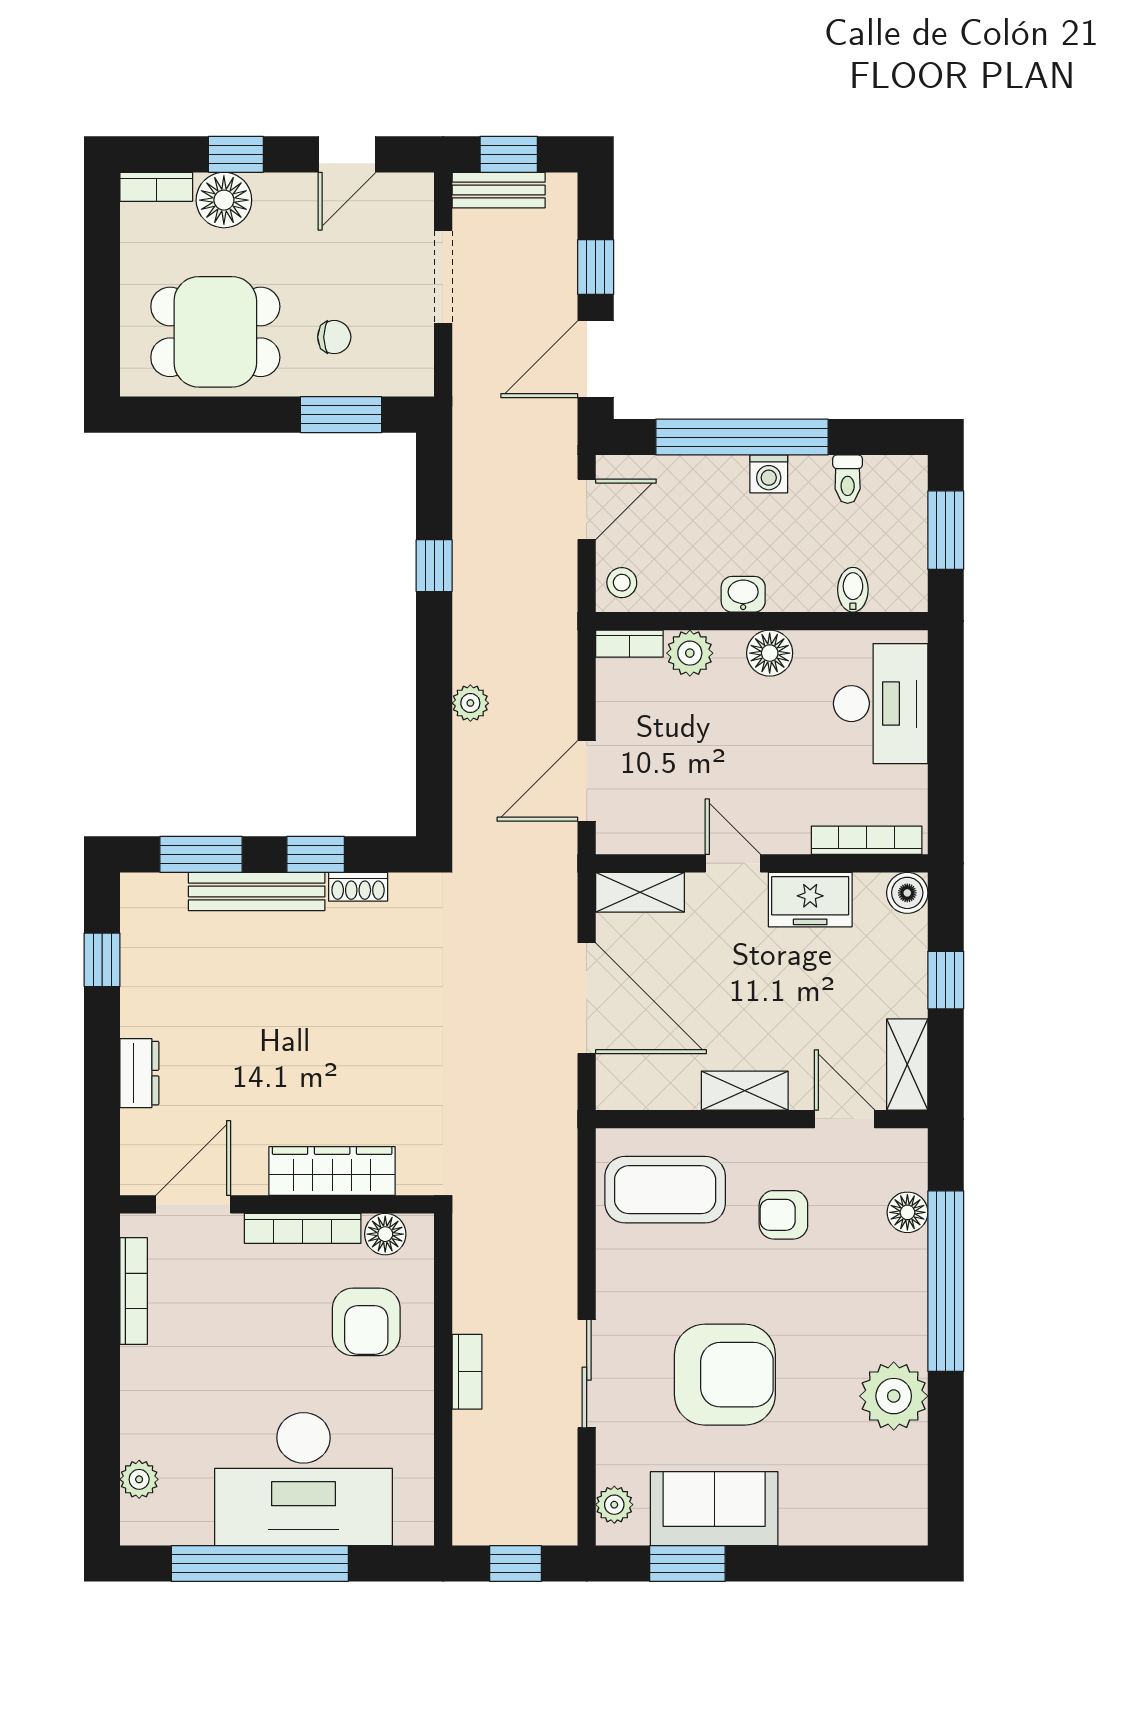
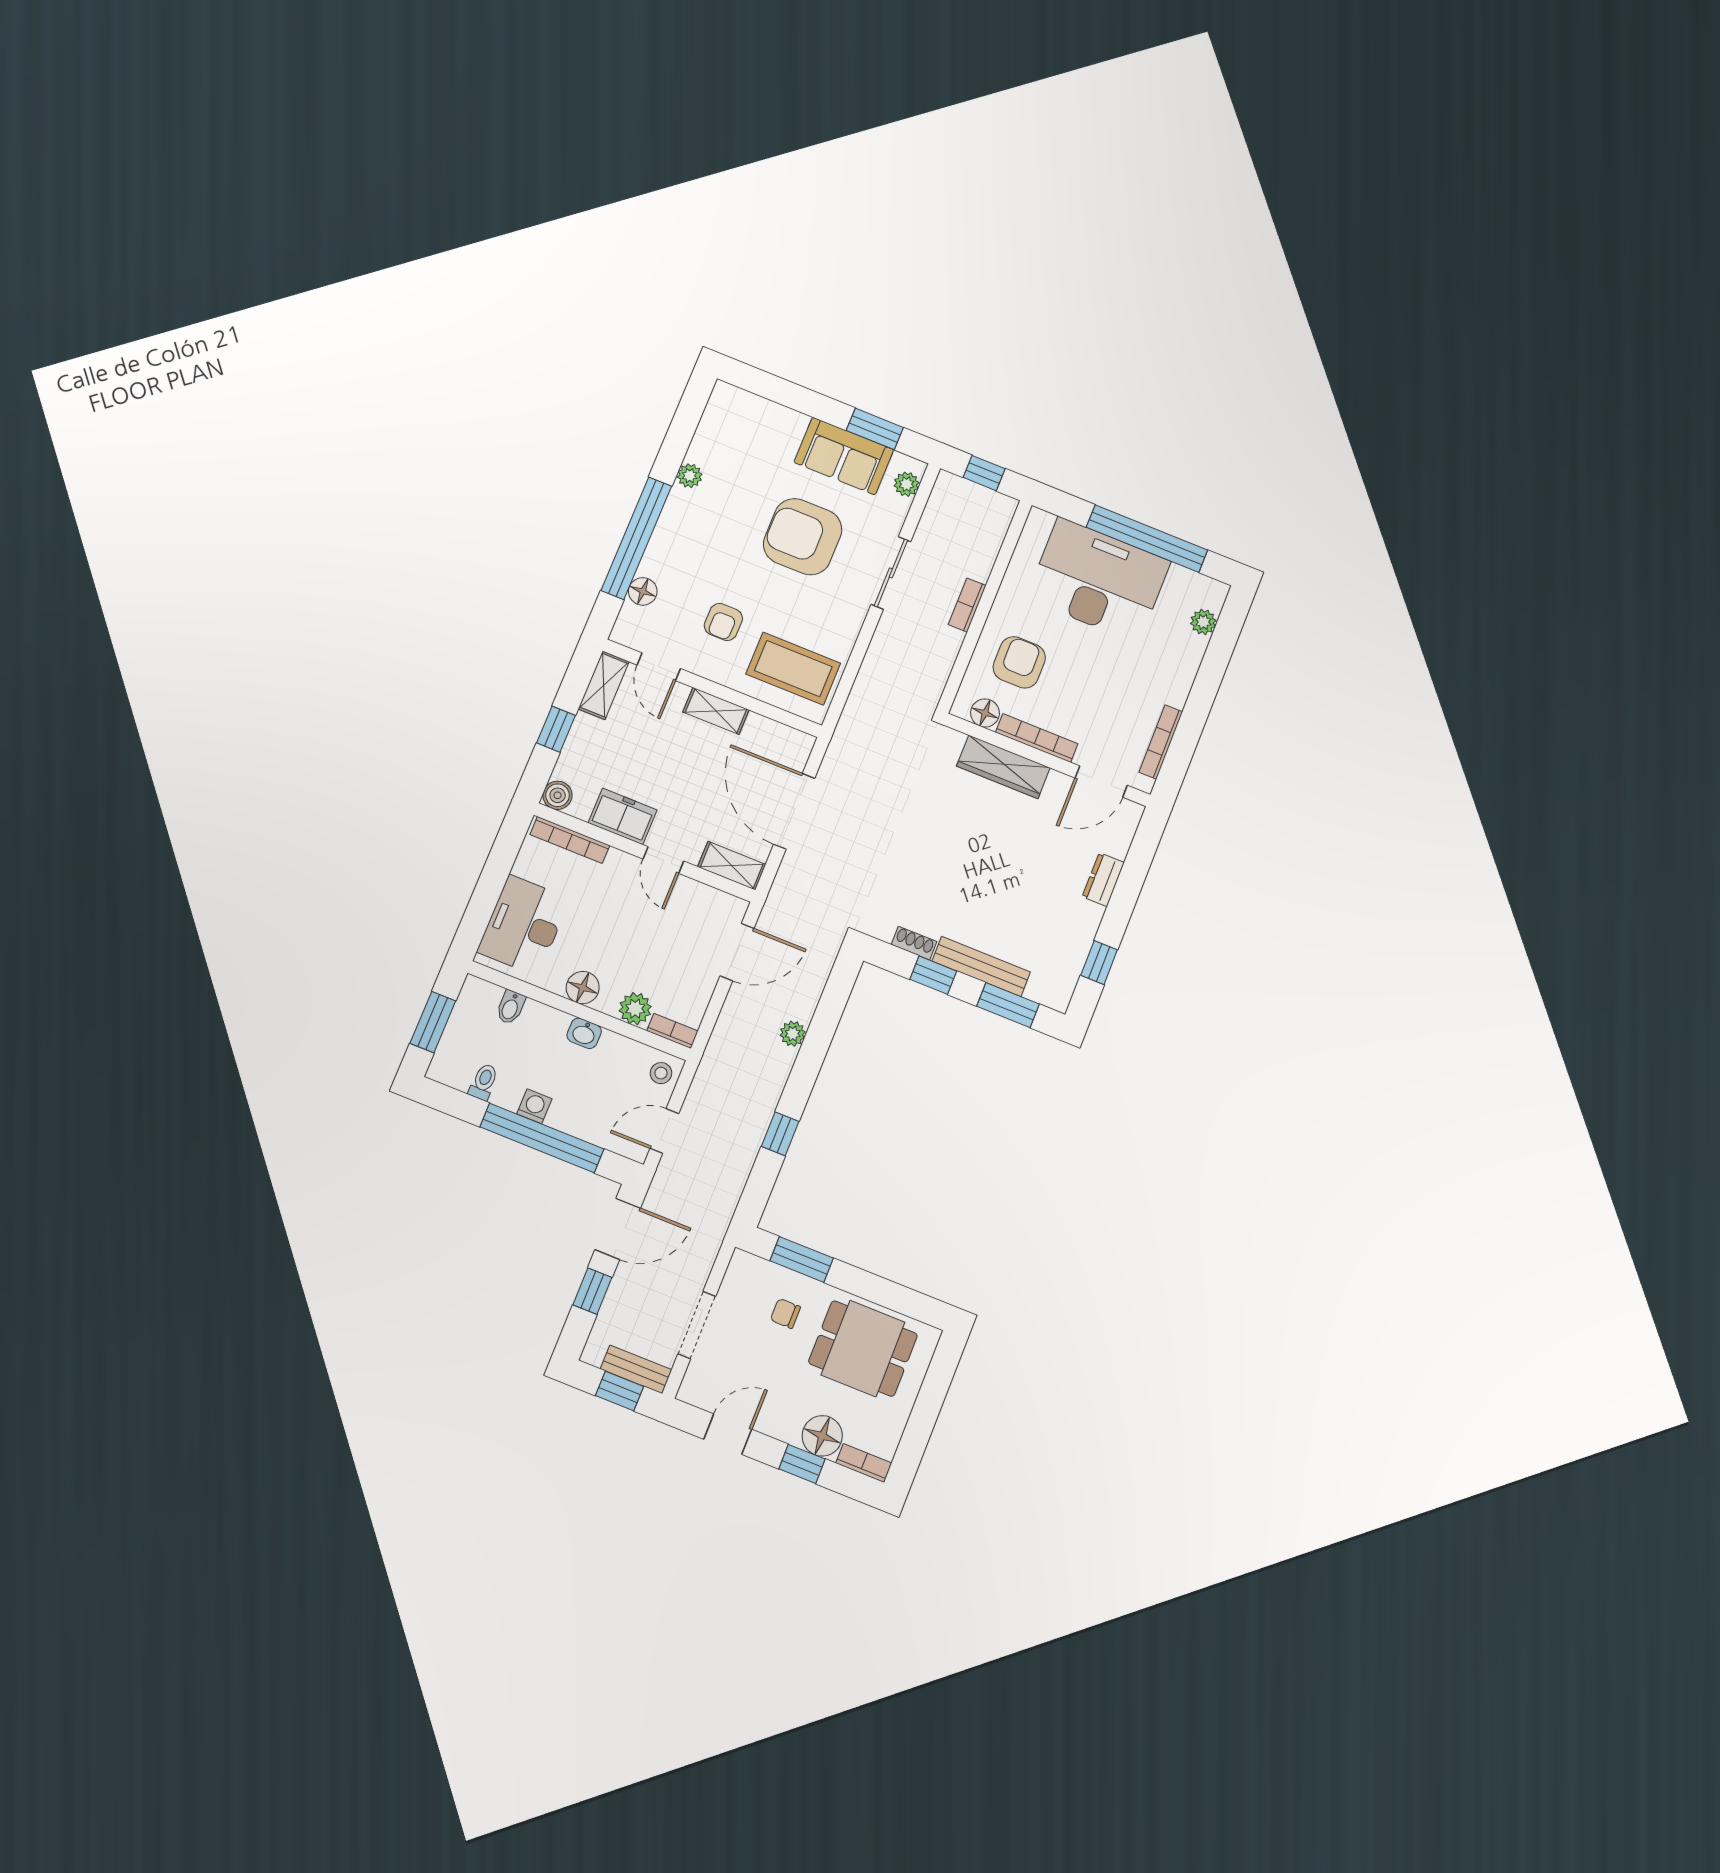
armchair: (783, 1215) -> (723, 622), turned 90
plant: (894, 1396) -> (690, 476), width x0.53, depth x0.53

